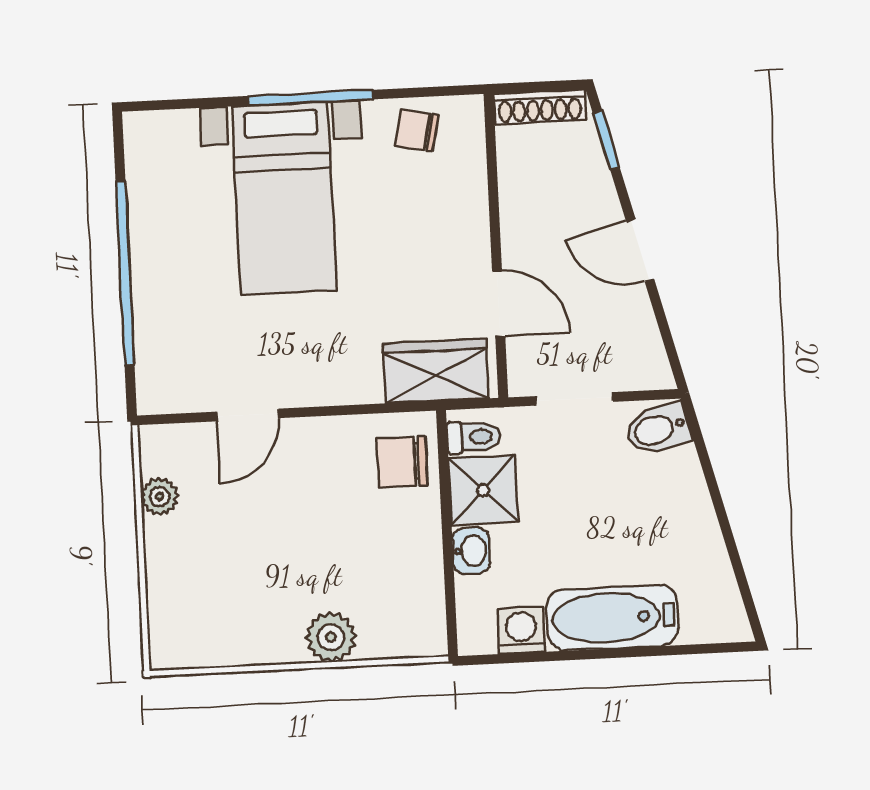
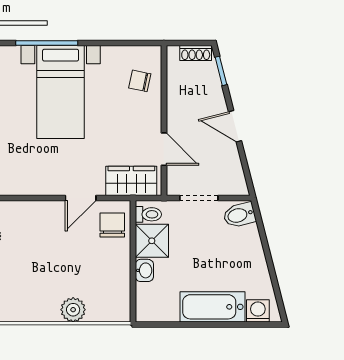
window: (310, 98) -> (47, 43), moved
shoe rack: (540, 107) -> (196, 53), width x0.70
chair: (417, 130) -> (140, 81), moved
door: (248, 415) -> (81, 198), moved
chair: (402, 462) -> (112, 225), turned 90
washing machine: (521, 630) -> (258, 311), moved

